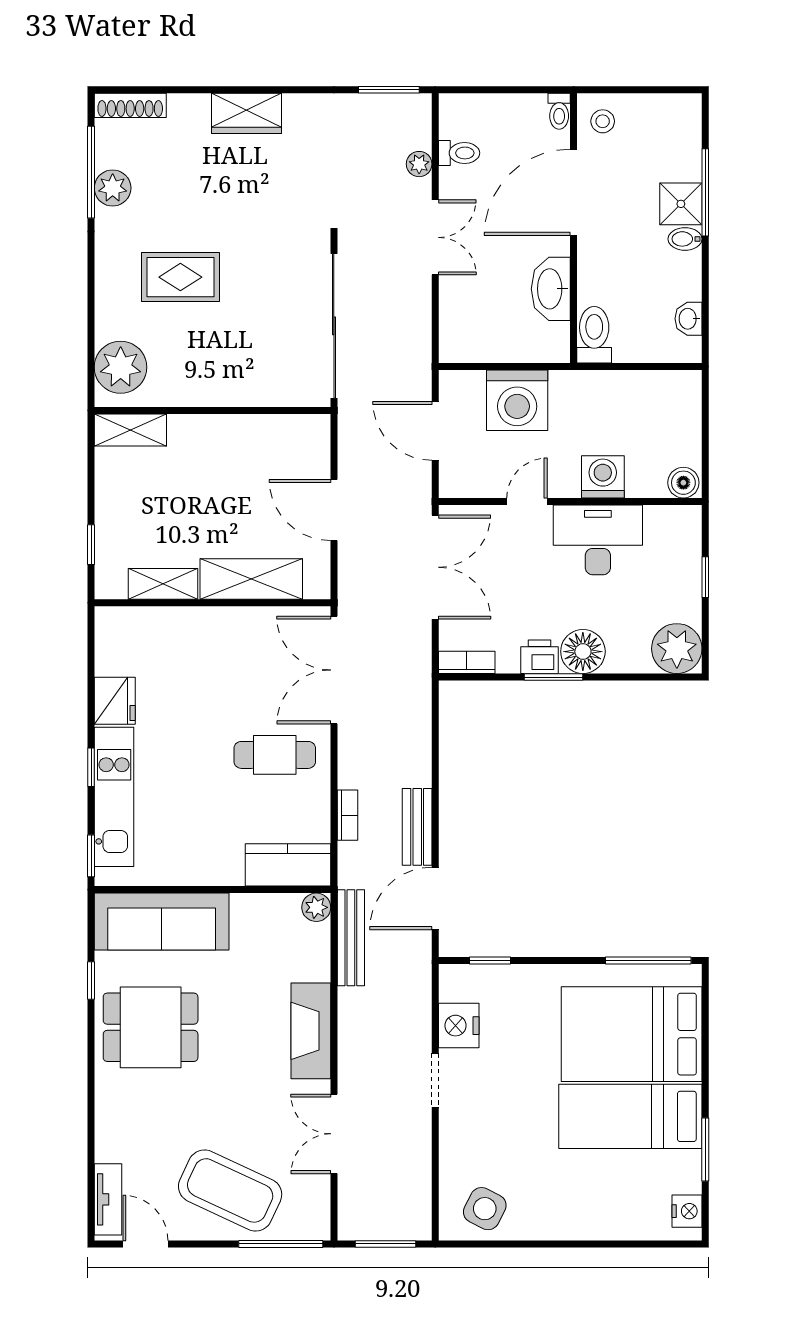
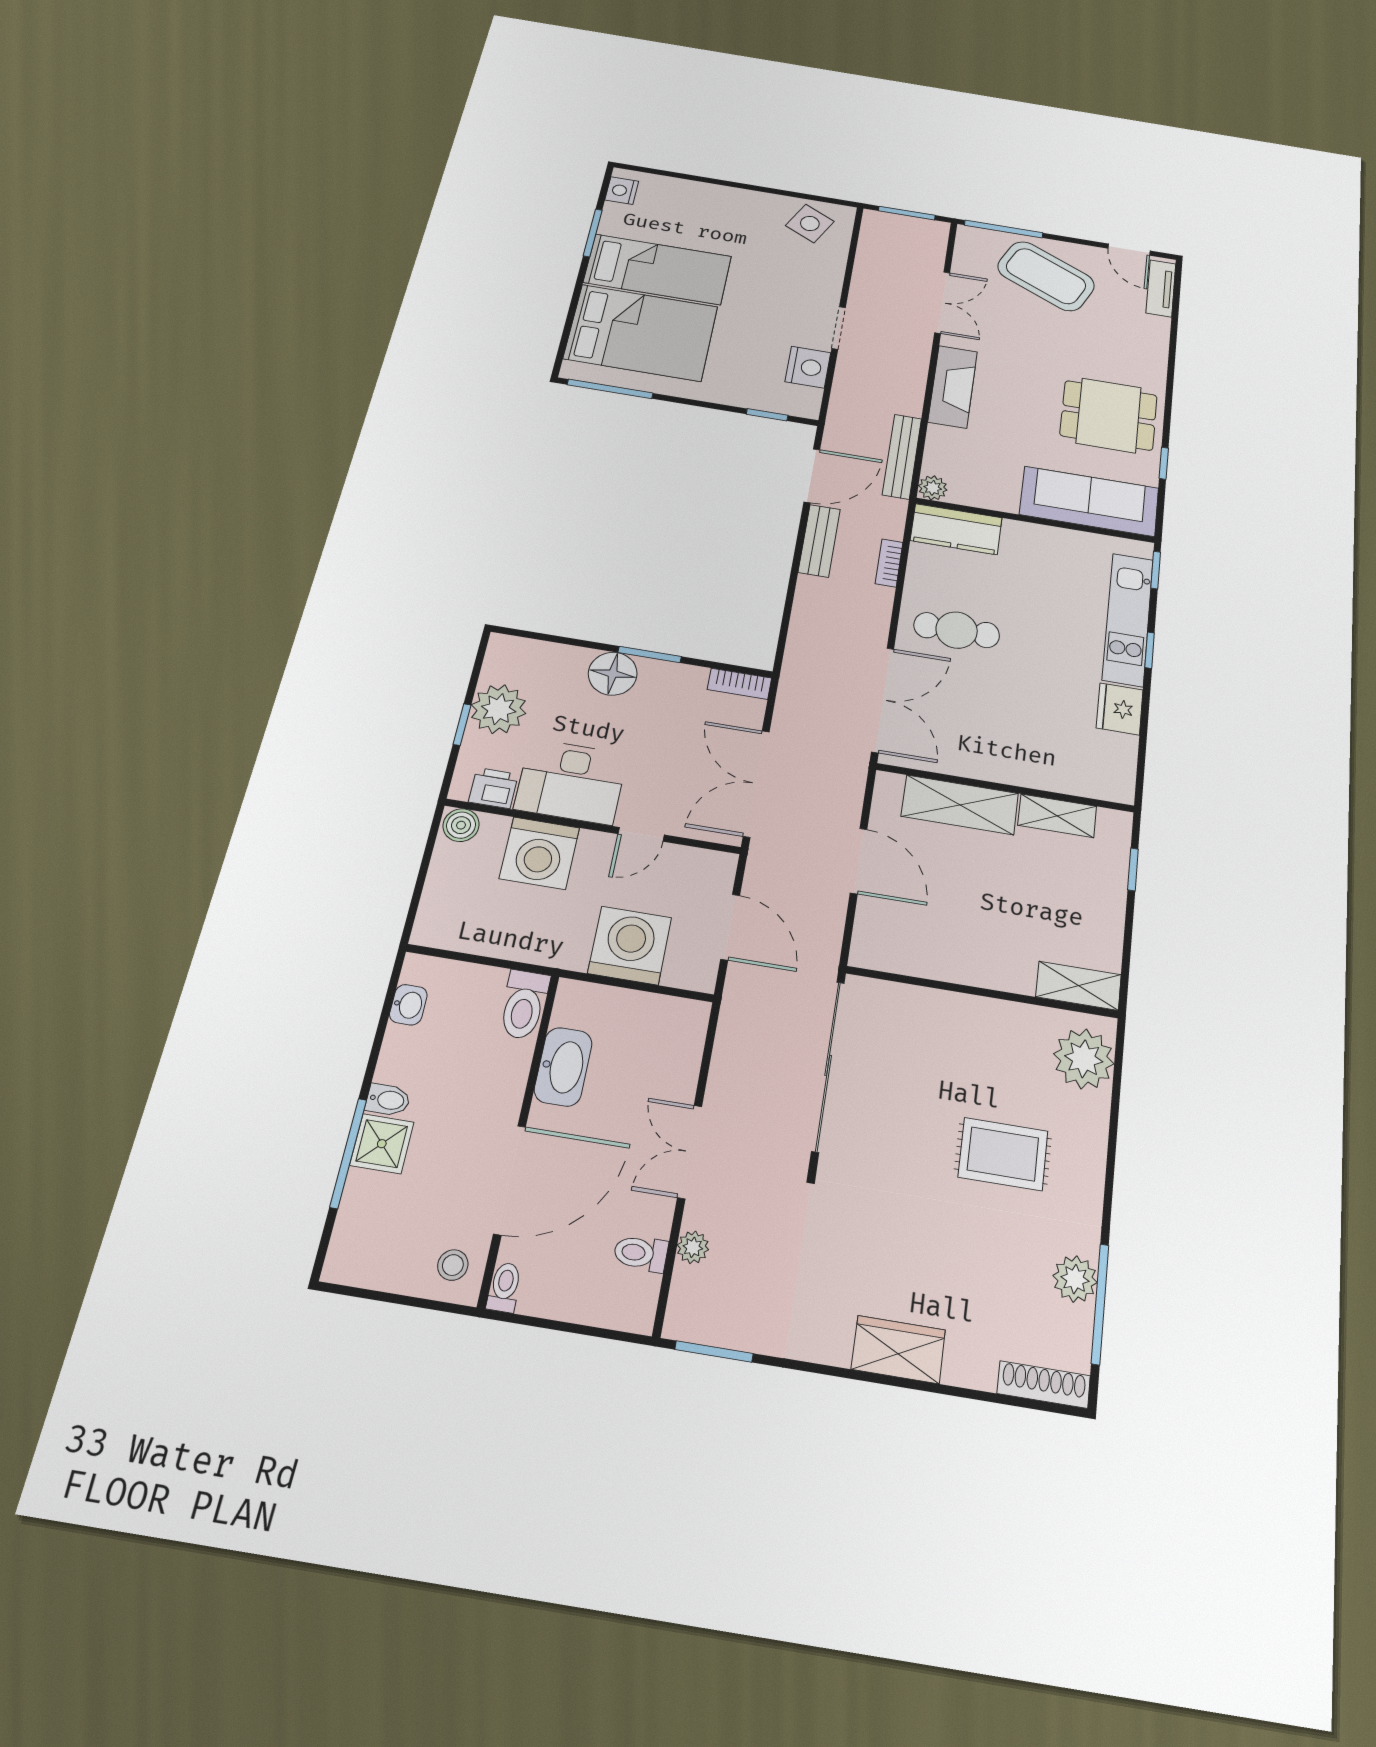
washing machine: (603, 477) -> (539, 853), width x1.37, depth x1.37
plant: (677, 649) -> (499, 709), moved
printer: (540, 657) -> (493, 788), moved, turned 180

